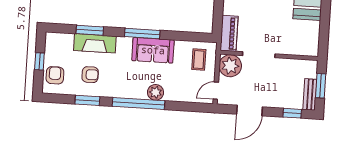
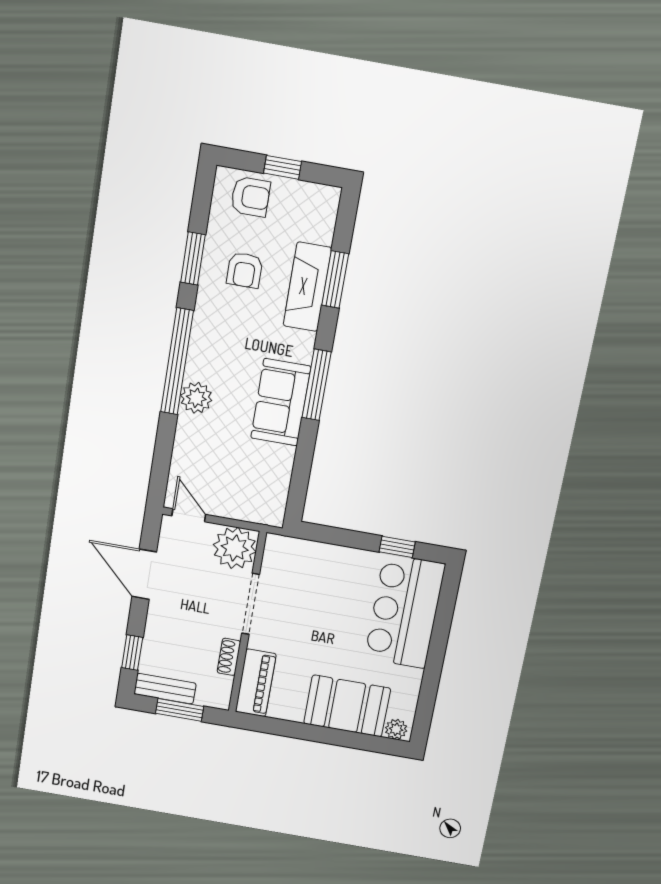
piano: (229, 33) -> (256, 683), moved, turned -90
coffee table: (199, 60) -> (253, 490), removed
shoe rack: (289, 63) -> (229, 657), added

